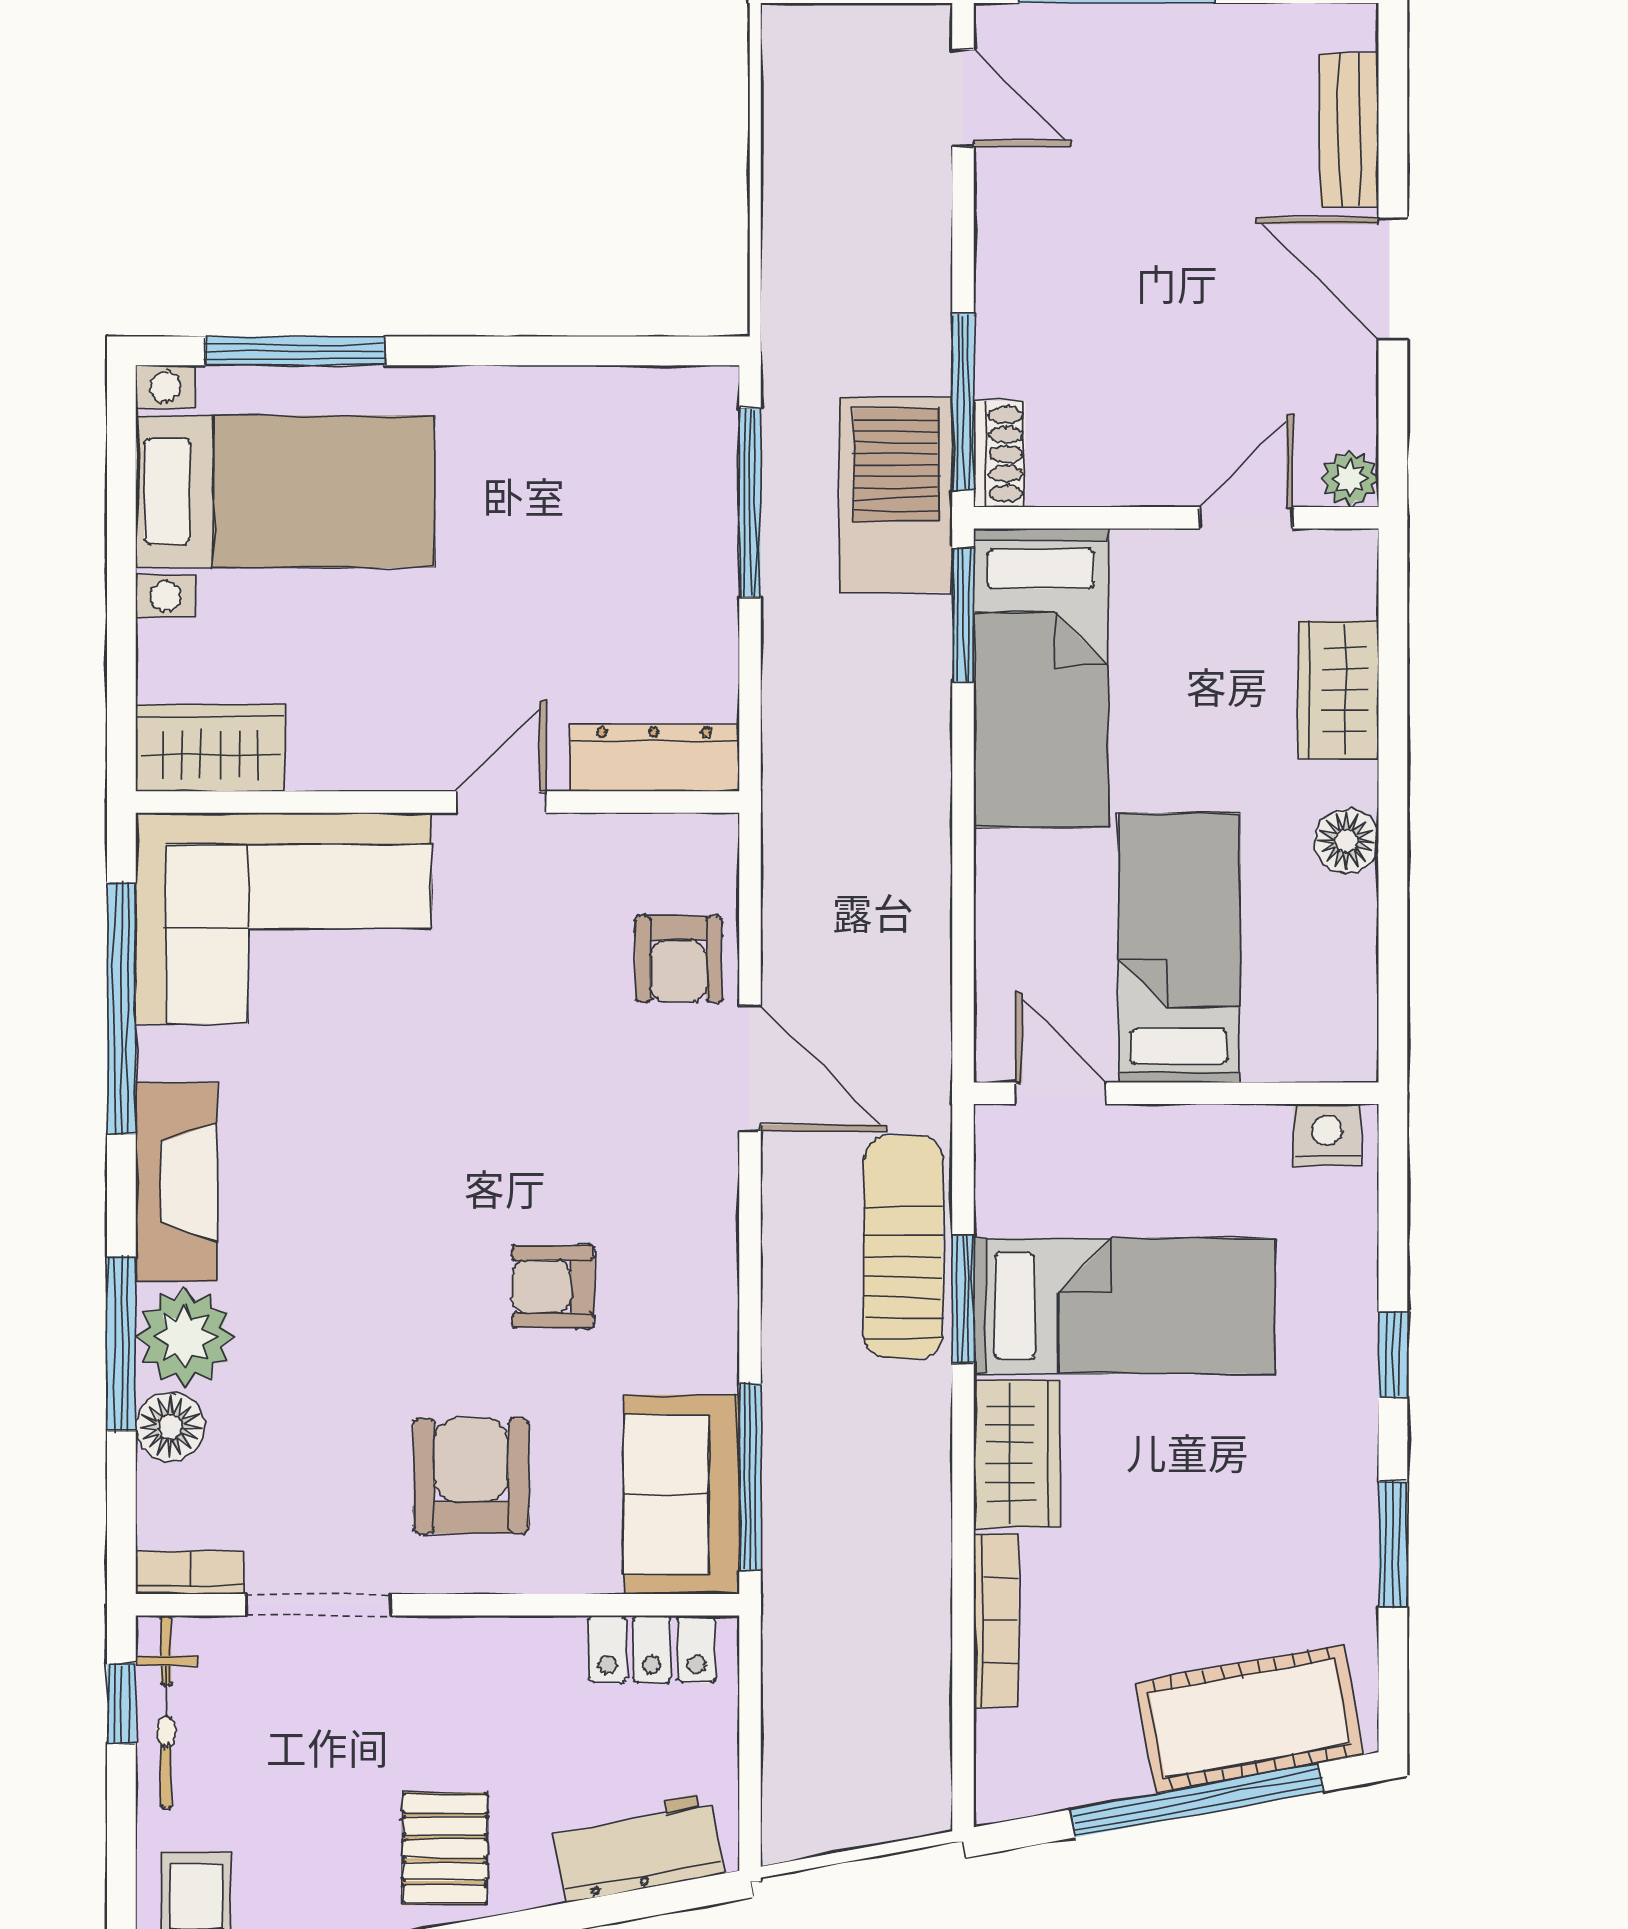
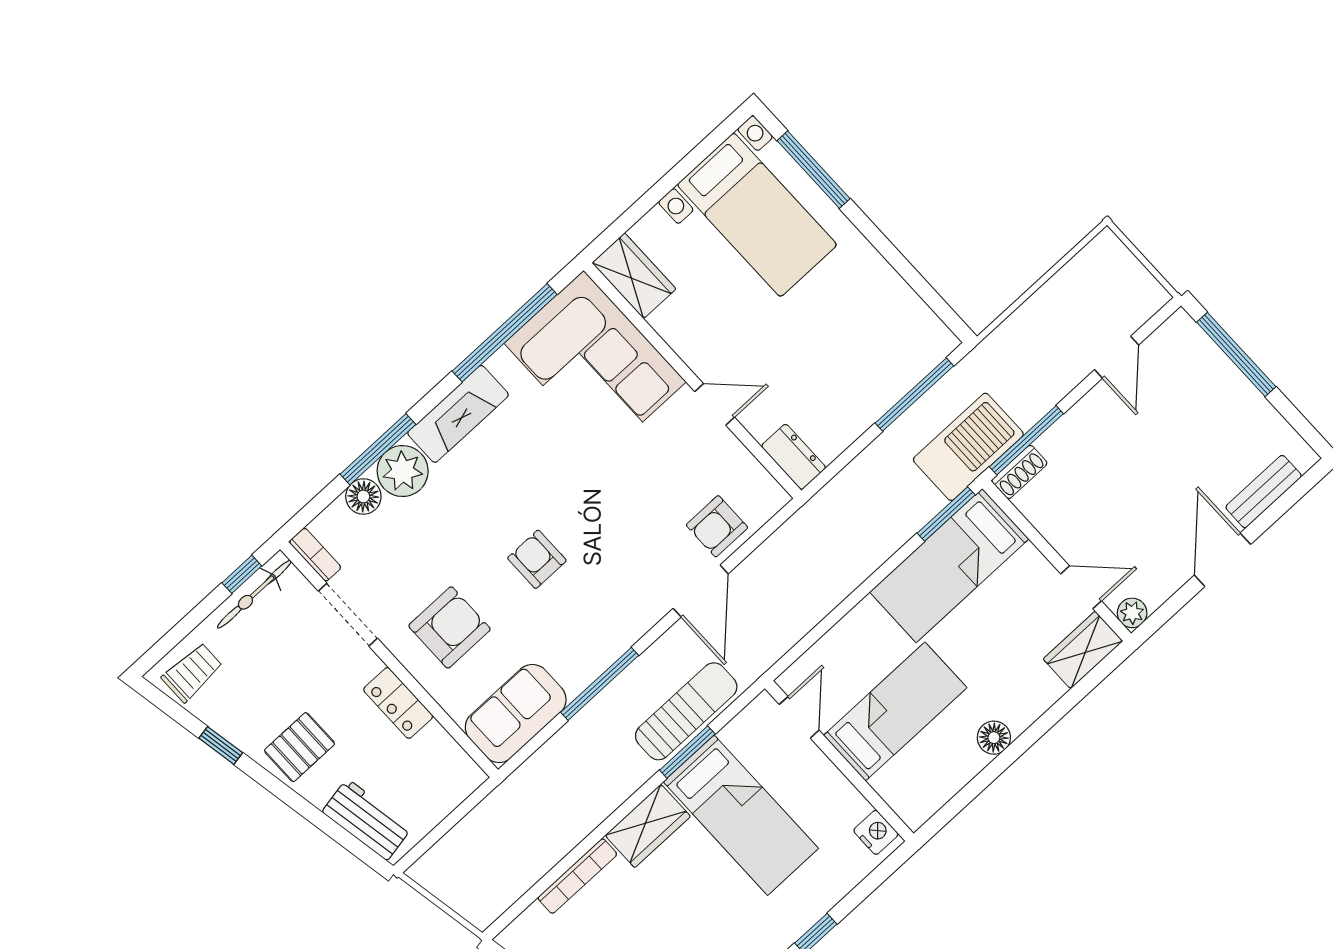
door: (963, 98) -> (1117, 357), moved
wardrobe: (1338, 690) -> (1083, 650), moved
dresser: (654, 758) -> (794, 457), width x0.70
armchair: (553, 1287) -> (537, 559), moved
window: (750, 1477) -> (600, 684), moved
locker: (652, 1649) -> (398, 703), moved

